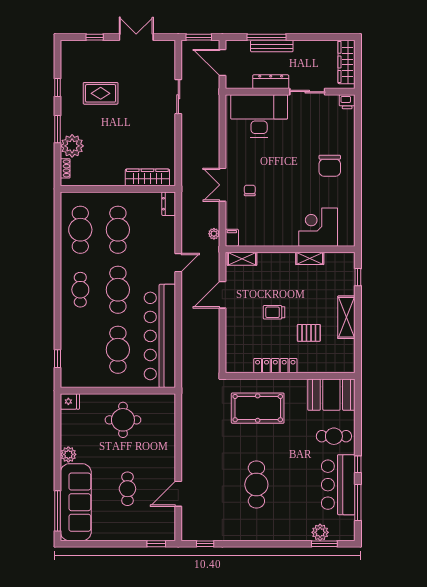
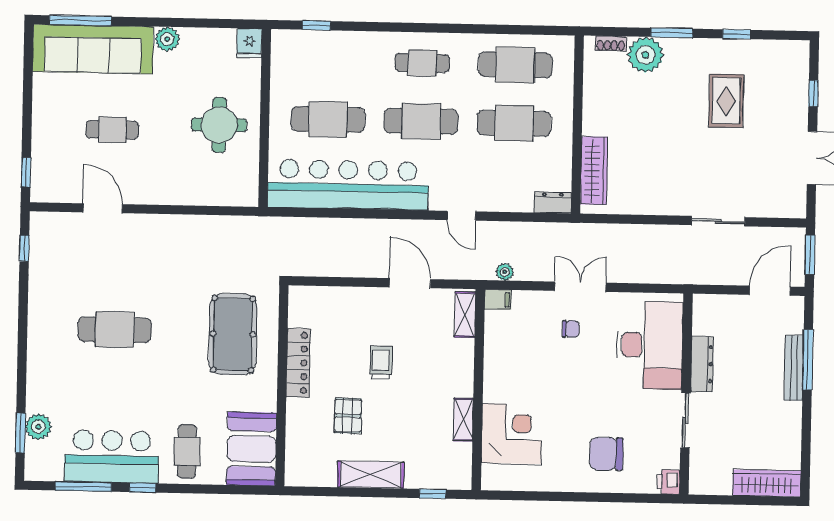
dresser: (271, 82) -> (702, 364), moved
wall: (290, 92) -> (686, 394), moved
sliding door: (307, 92) -> (685, 420), moved
printer: (347, 102) -> (668, 482), moved
desk: (259, 116) -> (650, 345), moved

